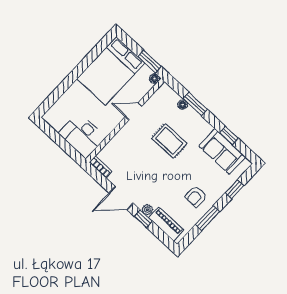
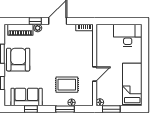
bed: (111, 71) -> (132, 85), width x0.67
desk: (82, 135) -> (128, 35), moved
rug: (169, 141) -> (67, 85), moved
armchair: (196, 196) -> (18, 60), width x1.88, depth x1.88

